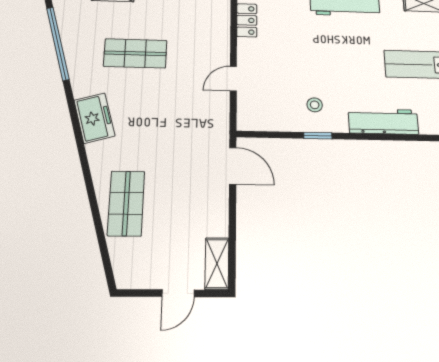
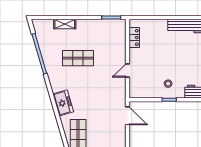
freezer: (94, 118) -> (63, 103), moved

